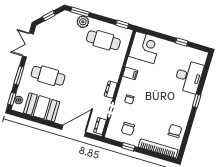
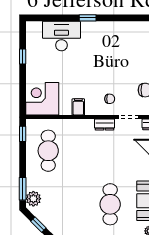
plant: (83, 22) -> (33, 199), moved
chair: (175, 131) -> (131, 33), removed

